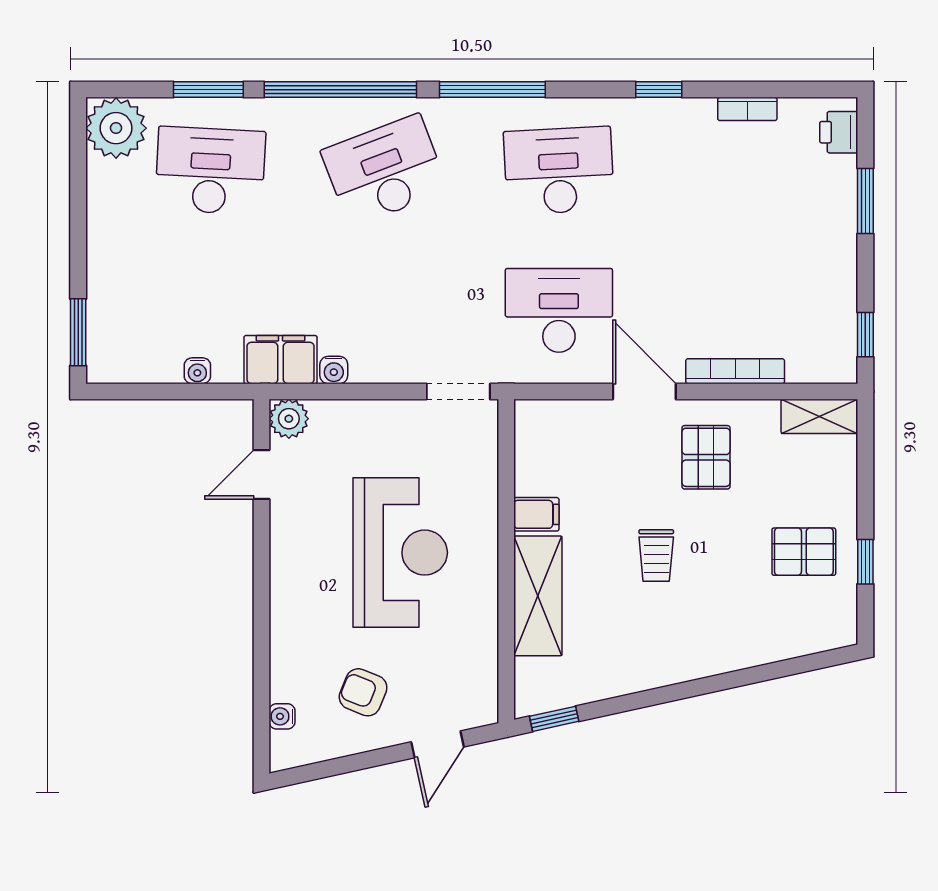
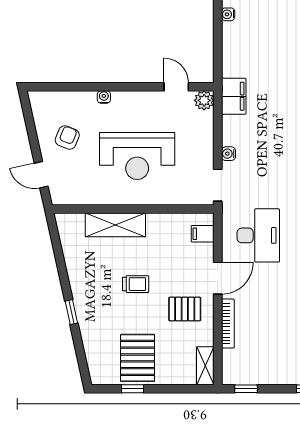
water cooler: (334, 370) -> (228, 154), moved
water cooler: (197, 371) -> (228, 14), moved
filing cabinet: (536, 514) -> (203, 234), moved, turned 90
pallet: (804, 552) -> (138, 358), width x1.50, depth x1.42
trolley: (656, 556) -> (136, 284), turned 180
water cooler: (282, 716) -> (104, 97), moved
window: (554, 719) -> (71, 312), moved

